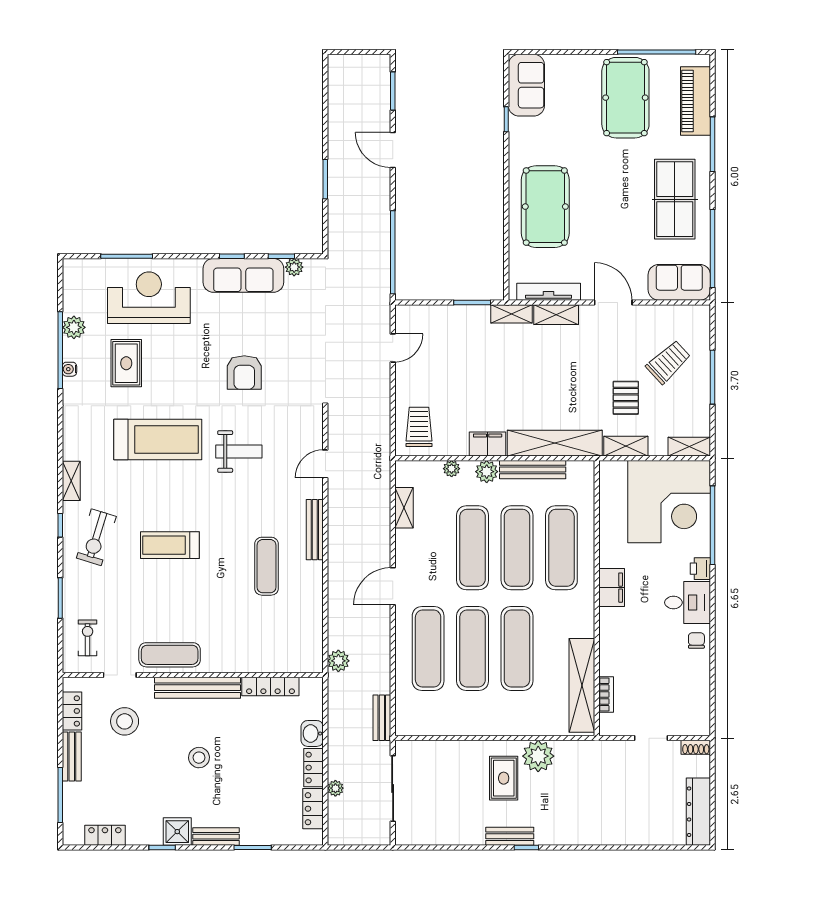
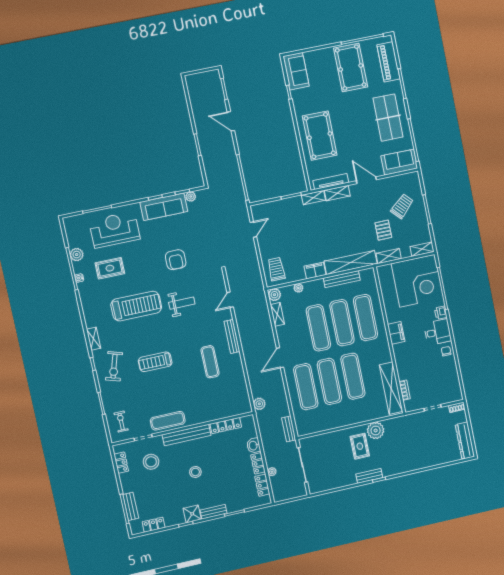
rug: (126, 363) -> (110, 268), turned 90
plant: (487, 472) -> (274, 295), moved
bench: (72, 756) -> (131, 506), moved

